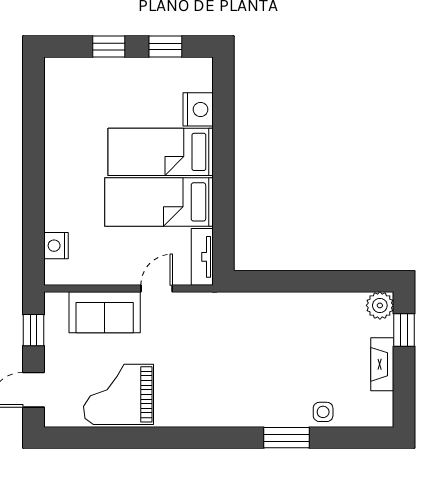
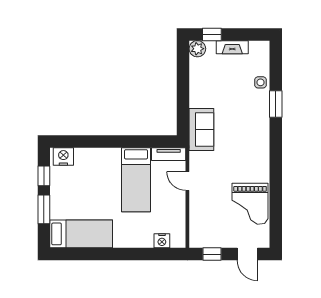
window: (109, 47) -> (44, 209), width x1.50
nightstand: (198, 109) -> (63, 156), moved
bed: (161, 152) -> (81, 234), moved, turned -90
sofa: (105, 312) -> (201, 129), moved

